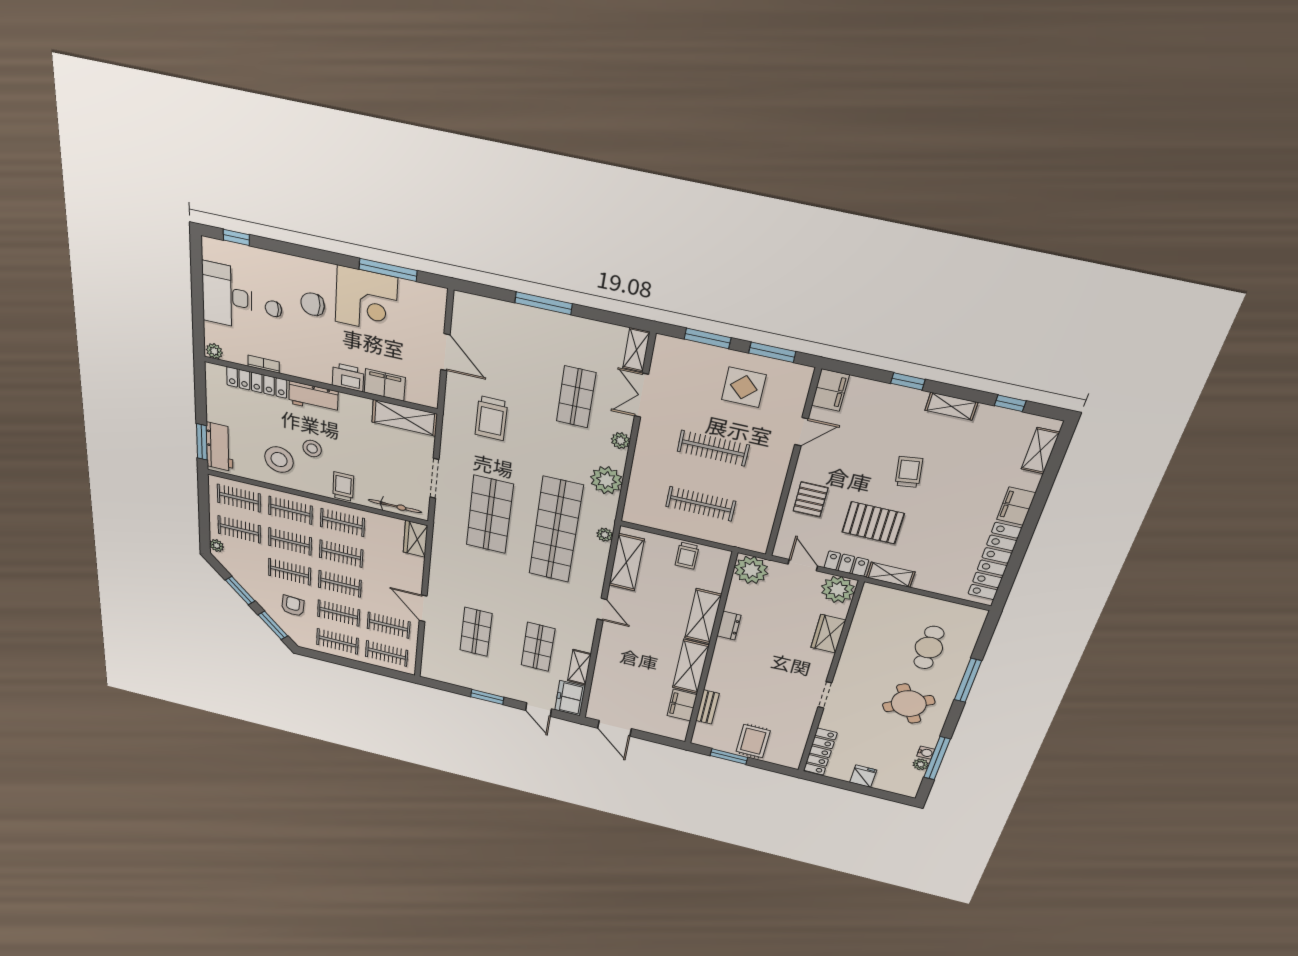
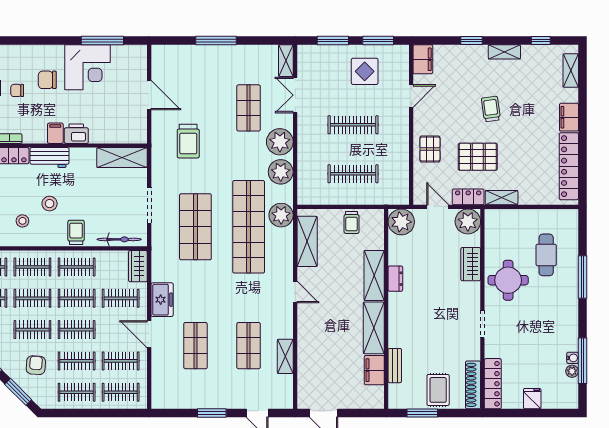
filing cabinet: (385, 385) -> (55, 133), moved, width x0.50
plant: (621, 441) -> (280, 142), width x1.88, depth x1.88
stool: (279, 460) -> (22, 221), width x0.53, depth x0.53
plant: (605, 535) -> (281, 215), width x1.88, depth x1.88
clothes rail: (393, 566) -> (121, 298), added
freezer: (570, 698) -> (162, 300), moved, turned 180
round table: (909, 704) -> (508, 280), moved, turned 30
shoe rack: (796, 747) -> (473, 385), added

